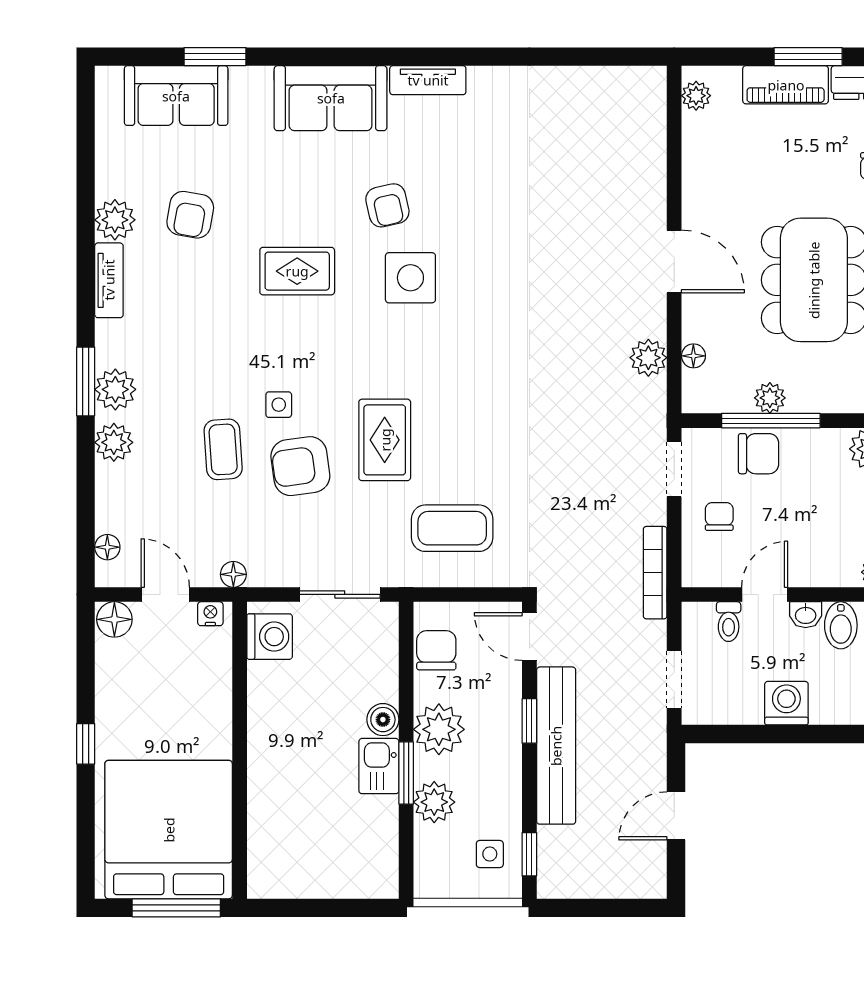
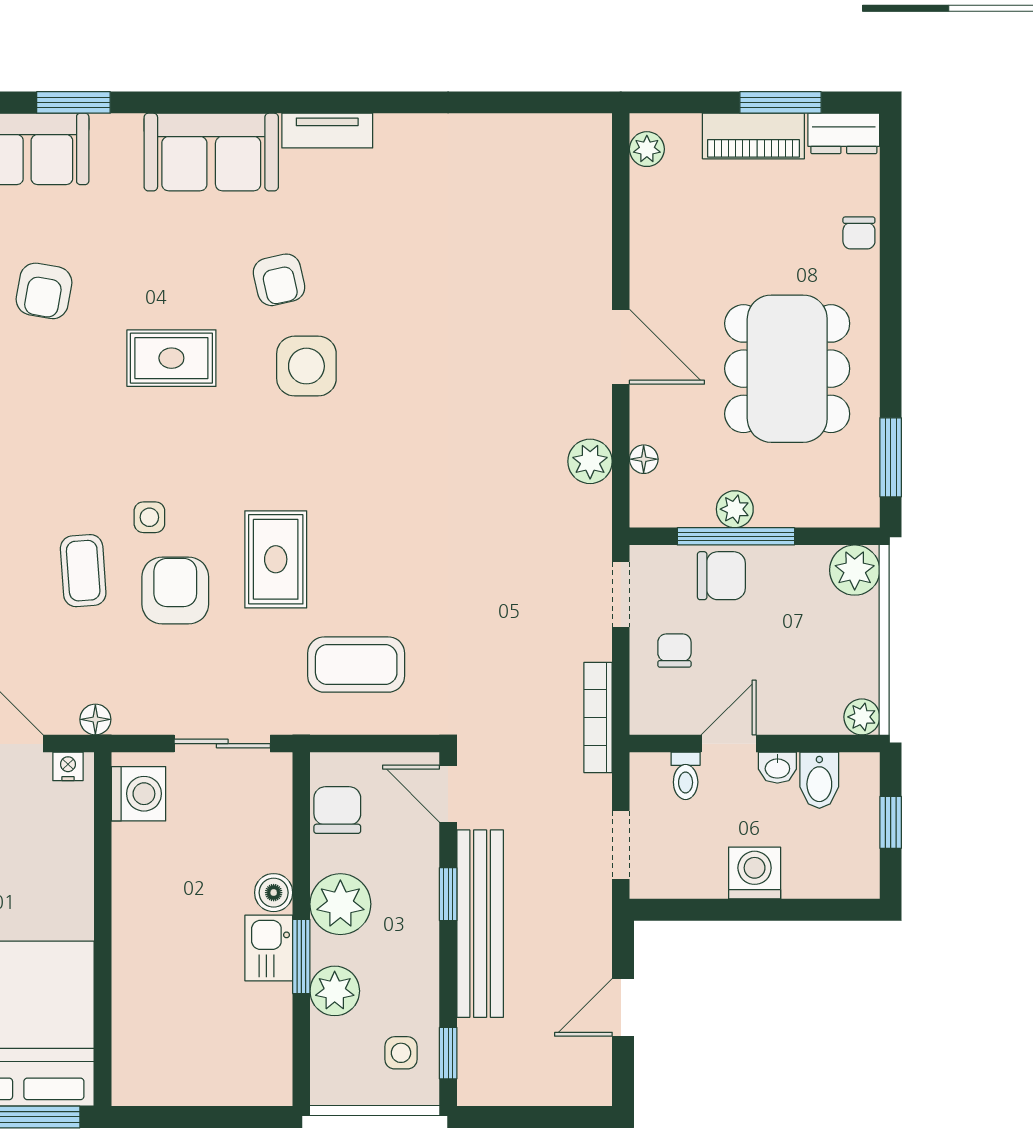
armchair: (300, 466) -> (175, 591), turned 98

